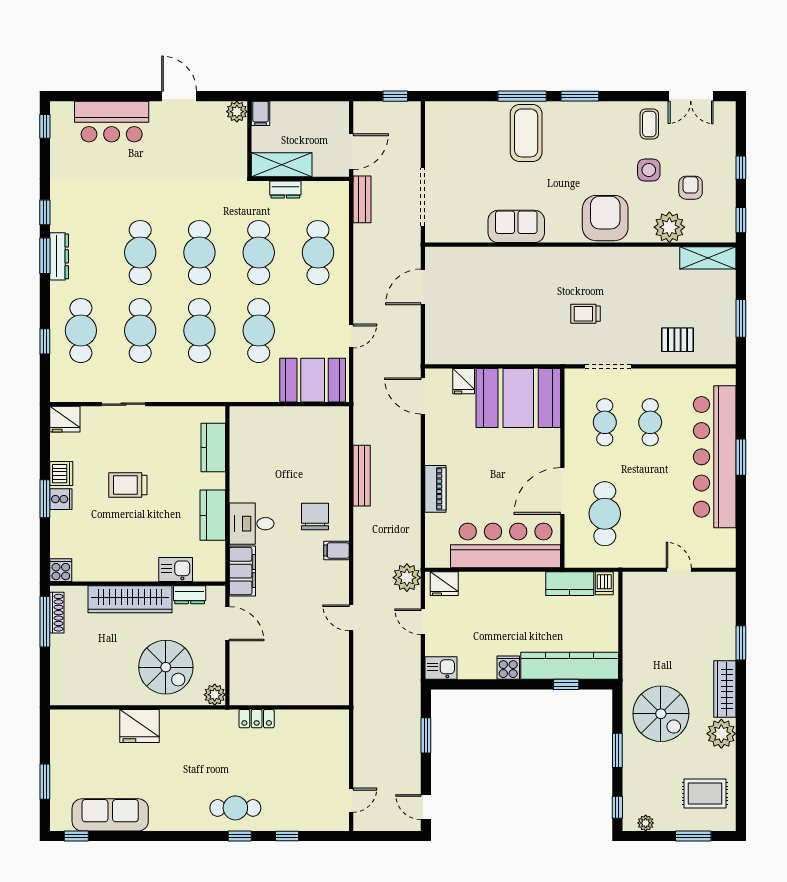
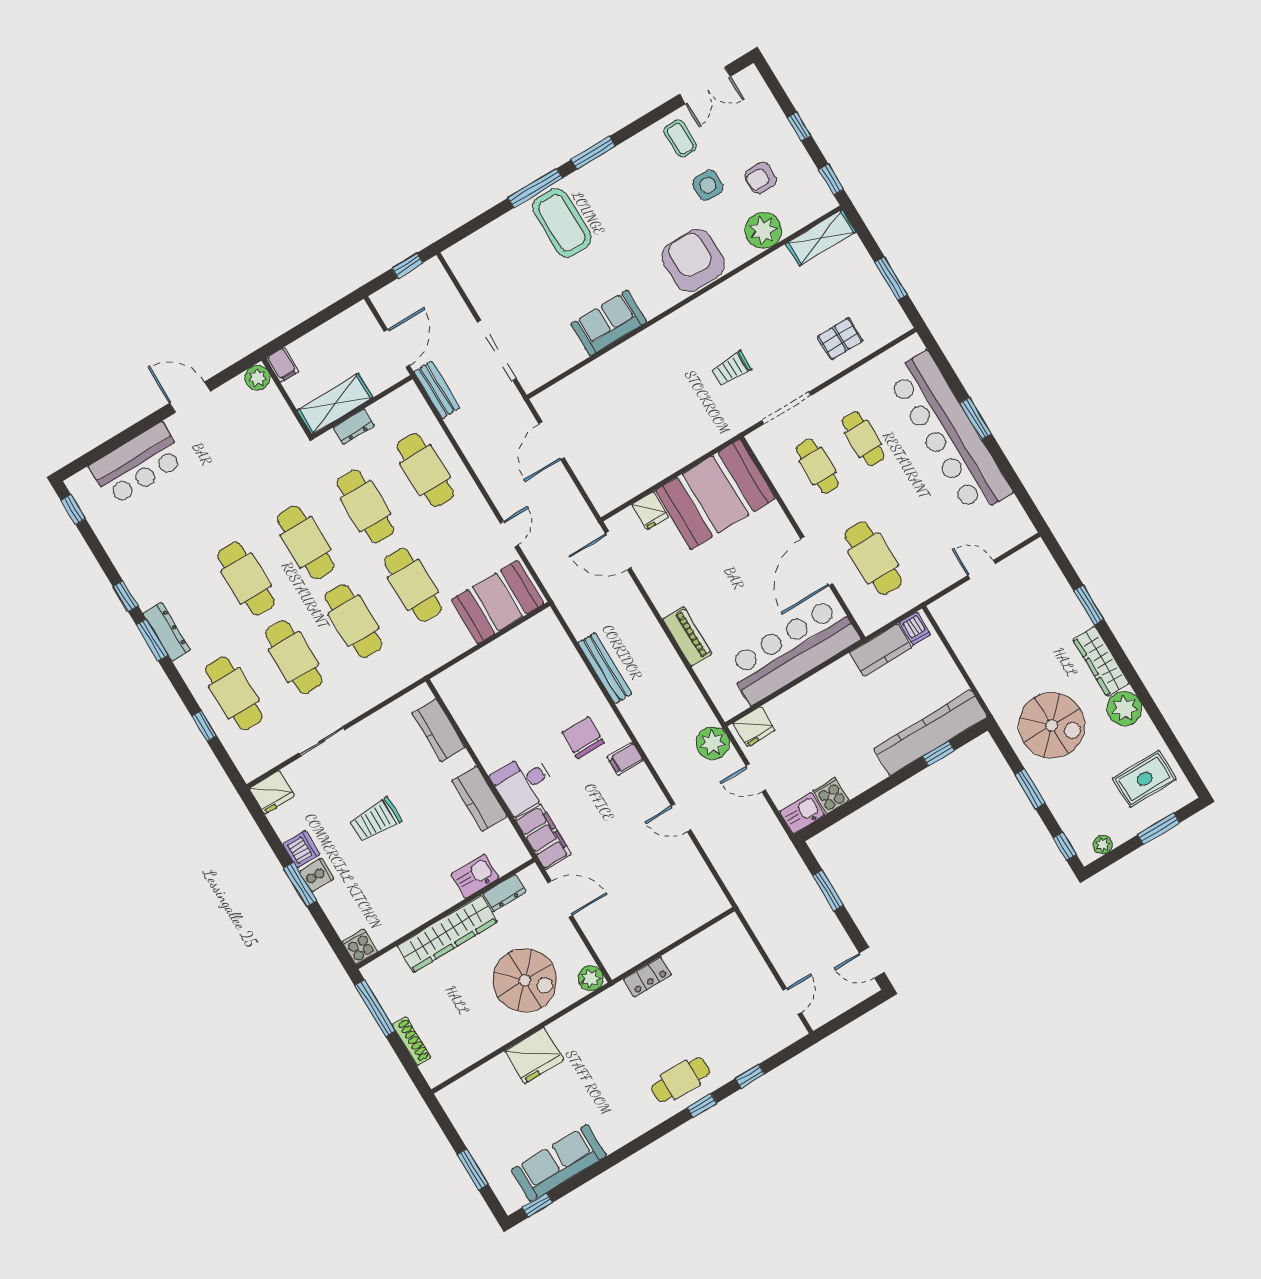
armchair: (691, 188) -> (761, 178), turned -90
shoe rack: (57, 613) -> (412, 1041), moved
cooker: (508, 668) -> (831, 796), moved

